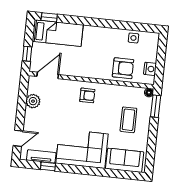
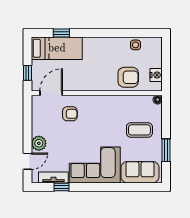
window: (49, 17) -> (61, 33), moved
armchair: (87, 95) -> (70, 114), moved
plant: (33, 101) -> (39, 143), moved
window: (156, 106) -> (166, 150), moved
coffee table: (128, 120) -> (139, 130), turned 90

